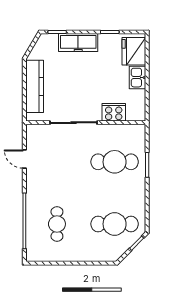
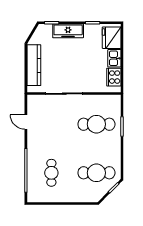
cooker: (114, 112) -> (114, 77), moved, turned -90

